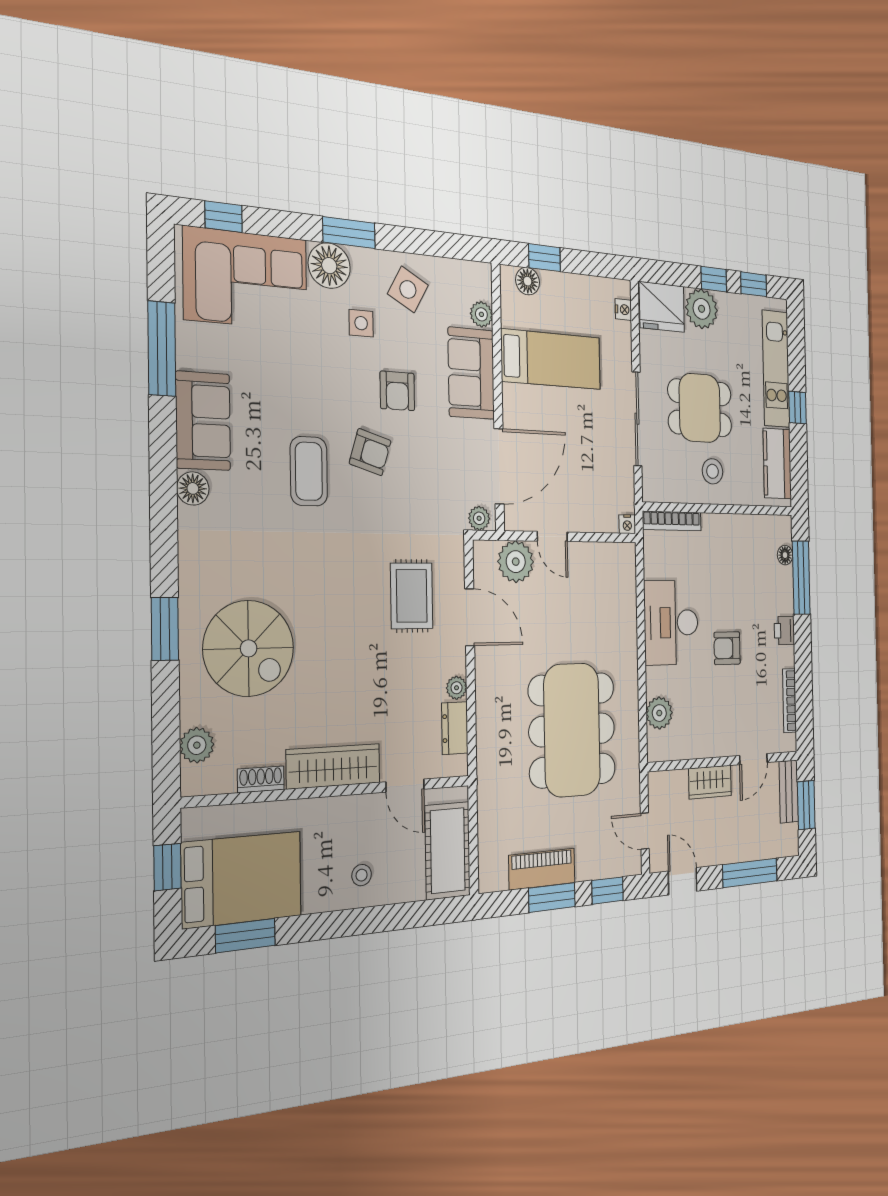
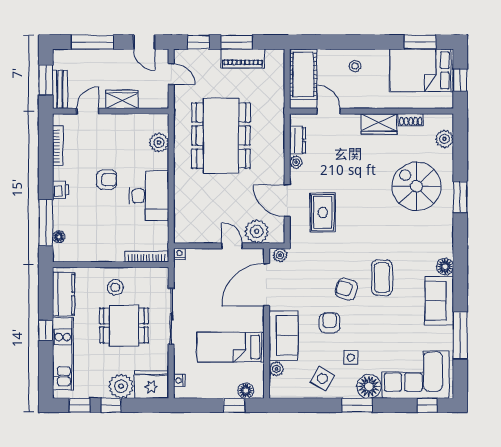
wardrobe: (333, 766) -> (379, 124), width x0.67

